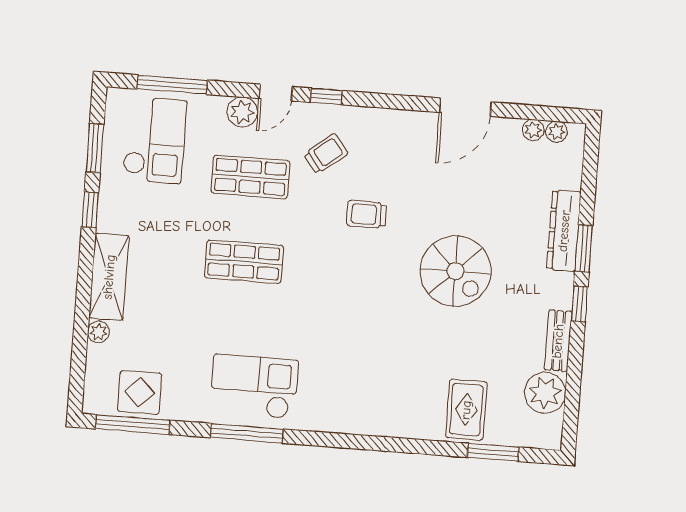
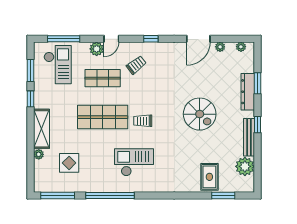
window: (326, 96) -> (151, 39), moved
plant: (533, 130) -> (220, 47), moved
trolley: (367, 214) -> (143, 121), moved
window: (584, 248) -> (257, 83), moved
shop shelf: (244, 262) -> (103, 117), width x1.43, depth x1.36
bench: (558, 341) -> (249, 137), width x1.36
checkout: (254, 387) -> (134, 162), moved
display table: (140, 392) -> (69, 163), moved
window: (247, 433) -> (110, 195), width x1.46

